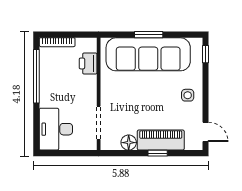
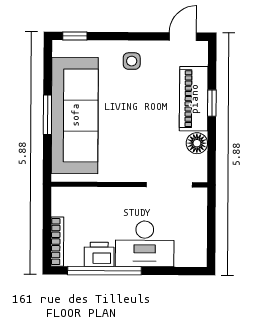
printer: (88, 63) -> (99, 254), moved, turned 180
desk: (56, 129) -> (145, 244), moved

